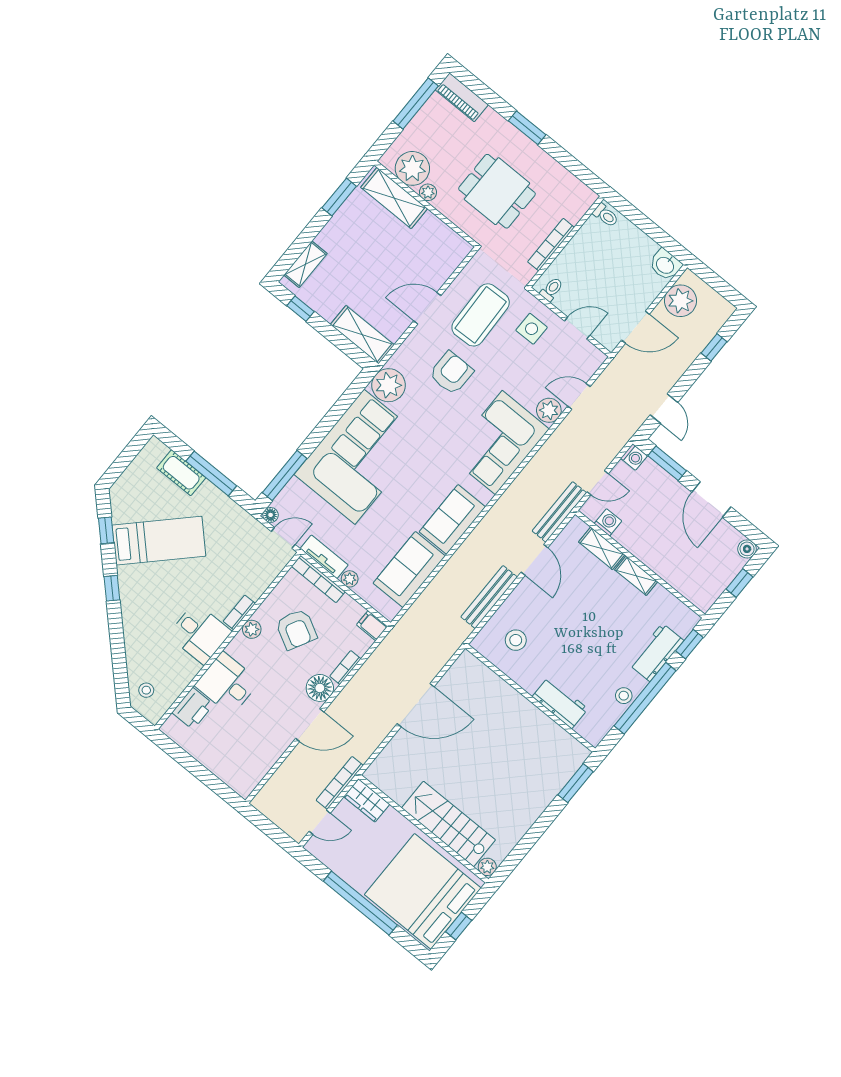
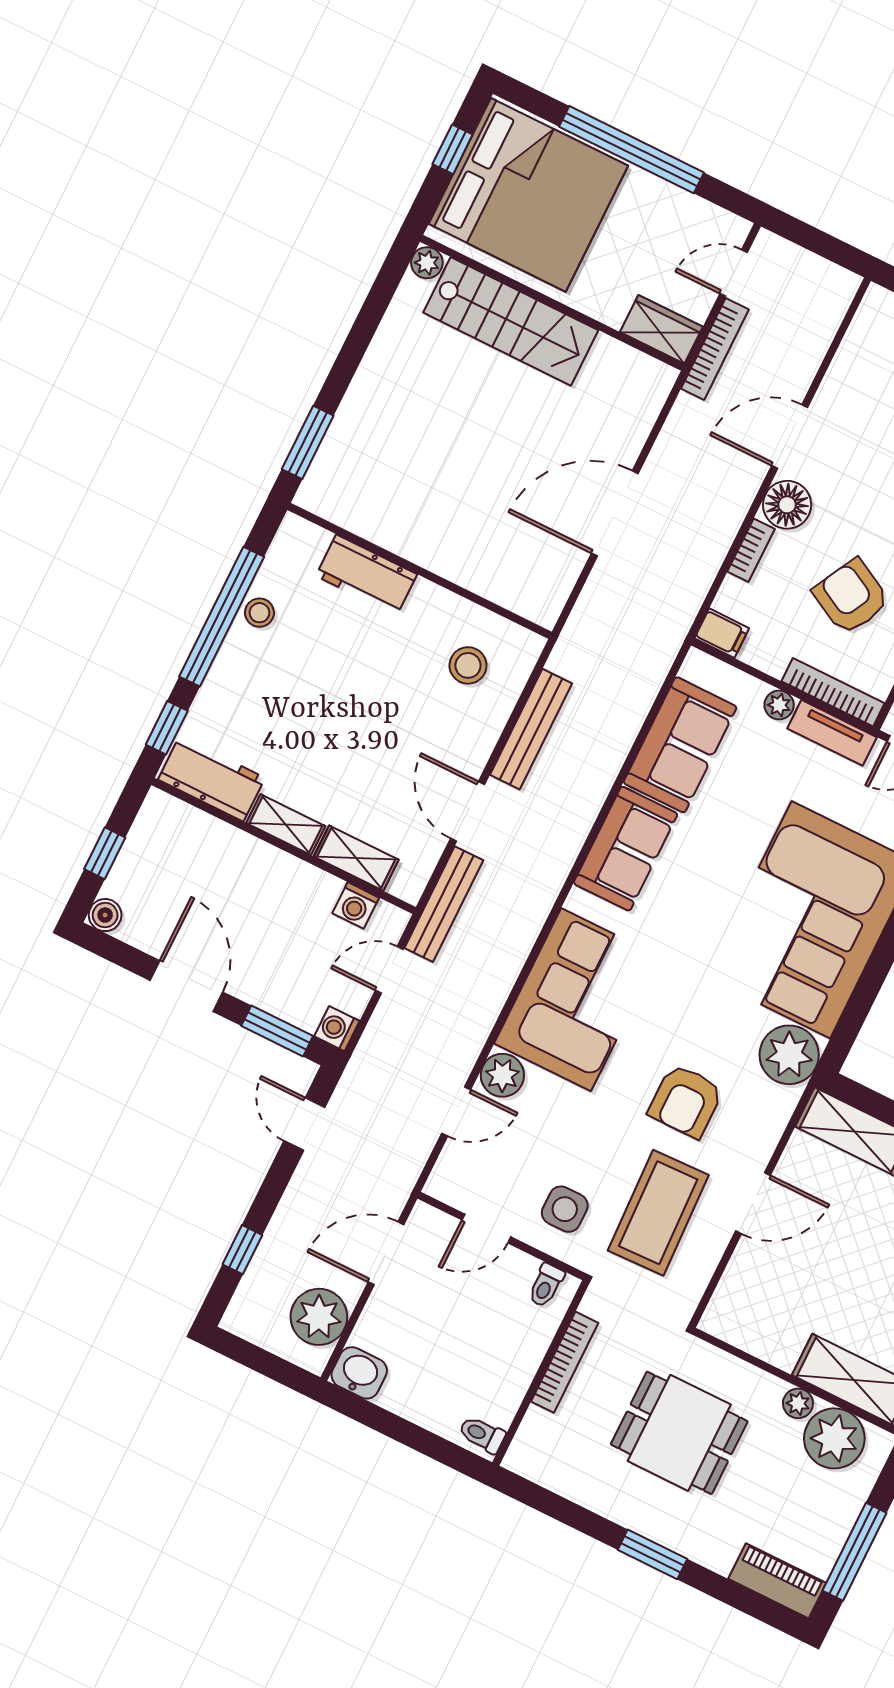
workbench: (656, 652) -> (212, 779), moved, turned -90

